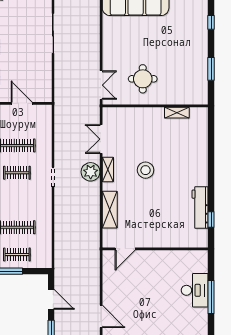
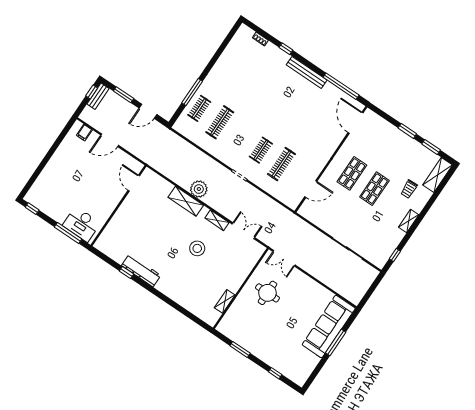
plant: (91, 172) -> (199, 189), moved
door: (125, 249) -> (134, 183), moved
wall: (155, 249) -> (118, 206), moved

